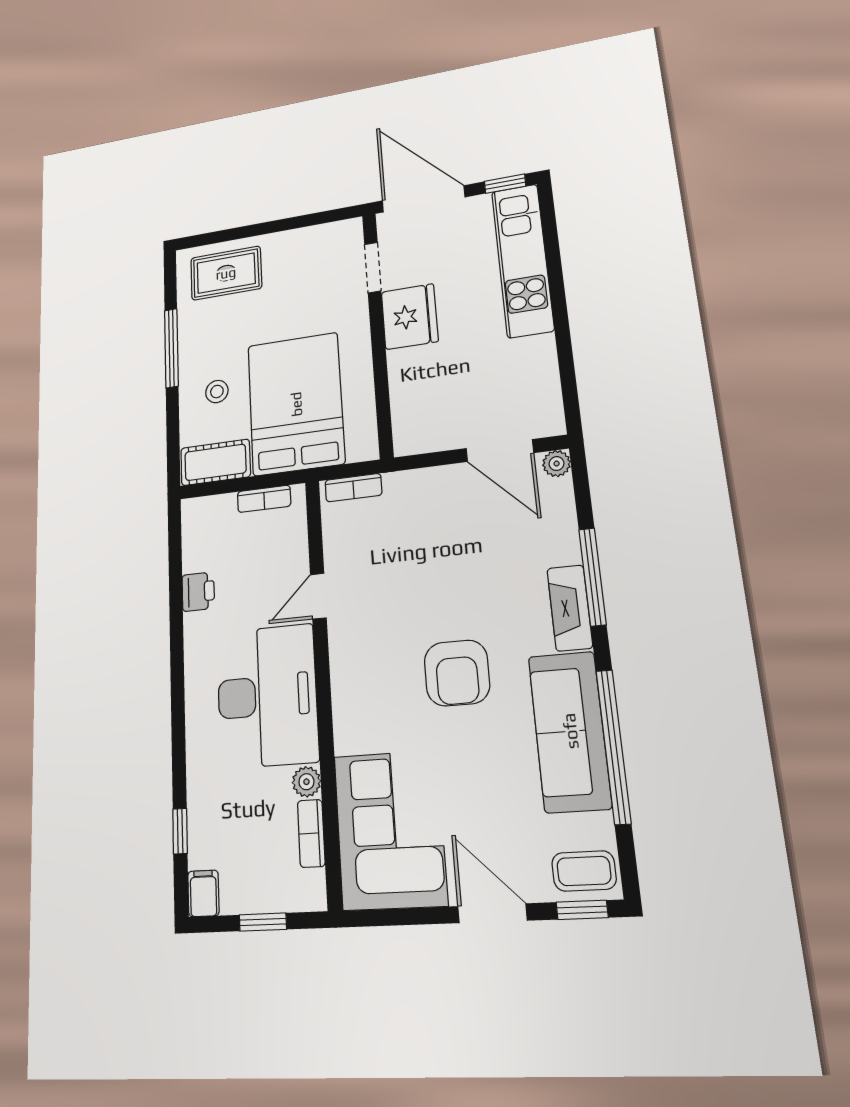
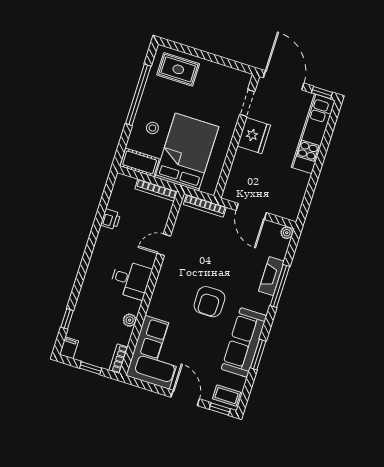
window: (171, 348) -> (138, 95), width x1.46
door: (500, 451) -> (251, 211), moved
bookcase: (353, 488) -> (205, 206), width x1.56
bookcase: (264, 499) -> (156, 190), width x1.56
fireplace: (570, 608) -> (271, 276), moved
desk: (267, 696) -> (131, 280), width x0.53, depth x0.77
window: (613, 746) -> (258, 355), width x0.47
bookcase: (311, 833) -> (118, 359), moved

